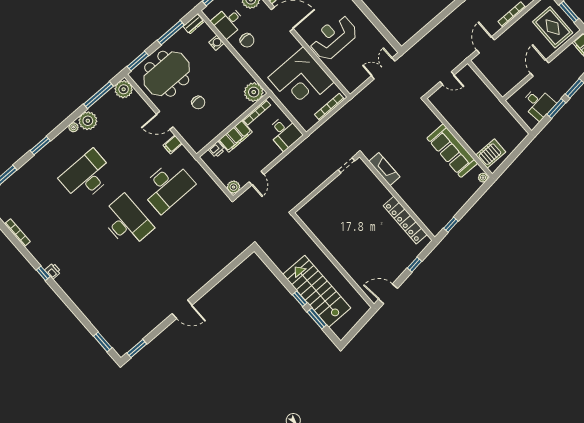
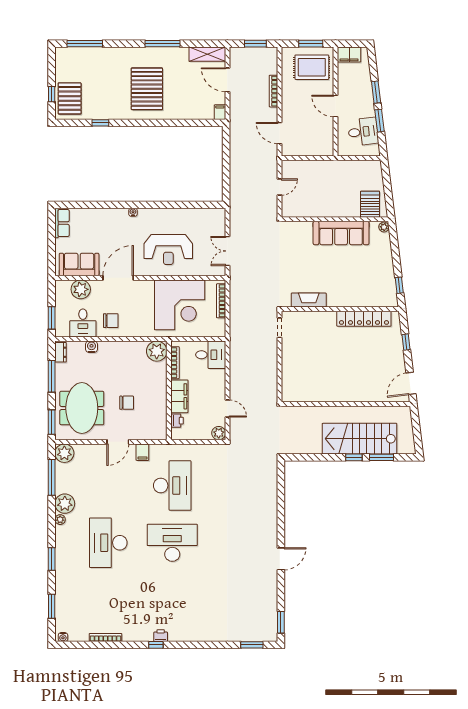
reception desk: (333, 38) -> (168, 250), turned -90
double door: (383, 68) -> (227, 251), moved

